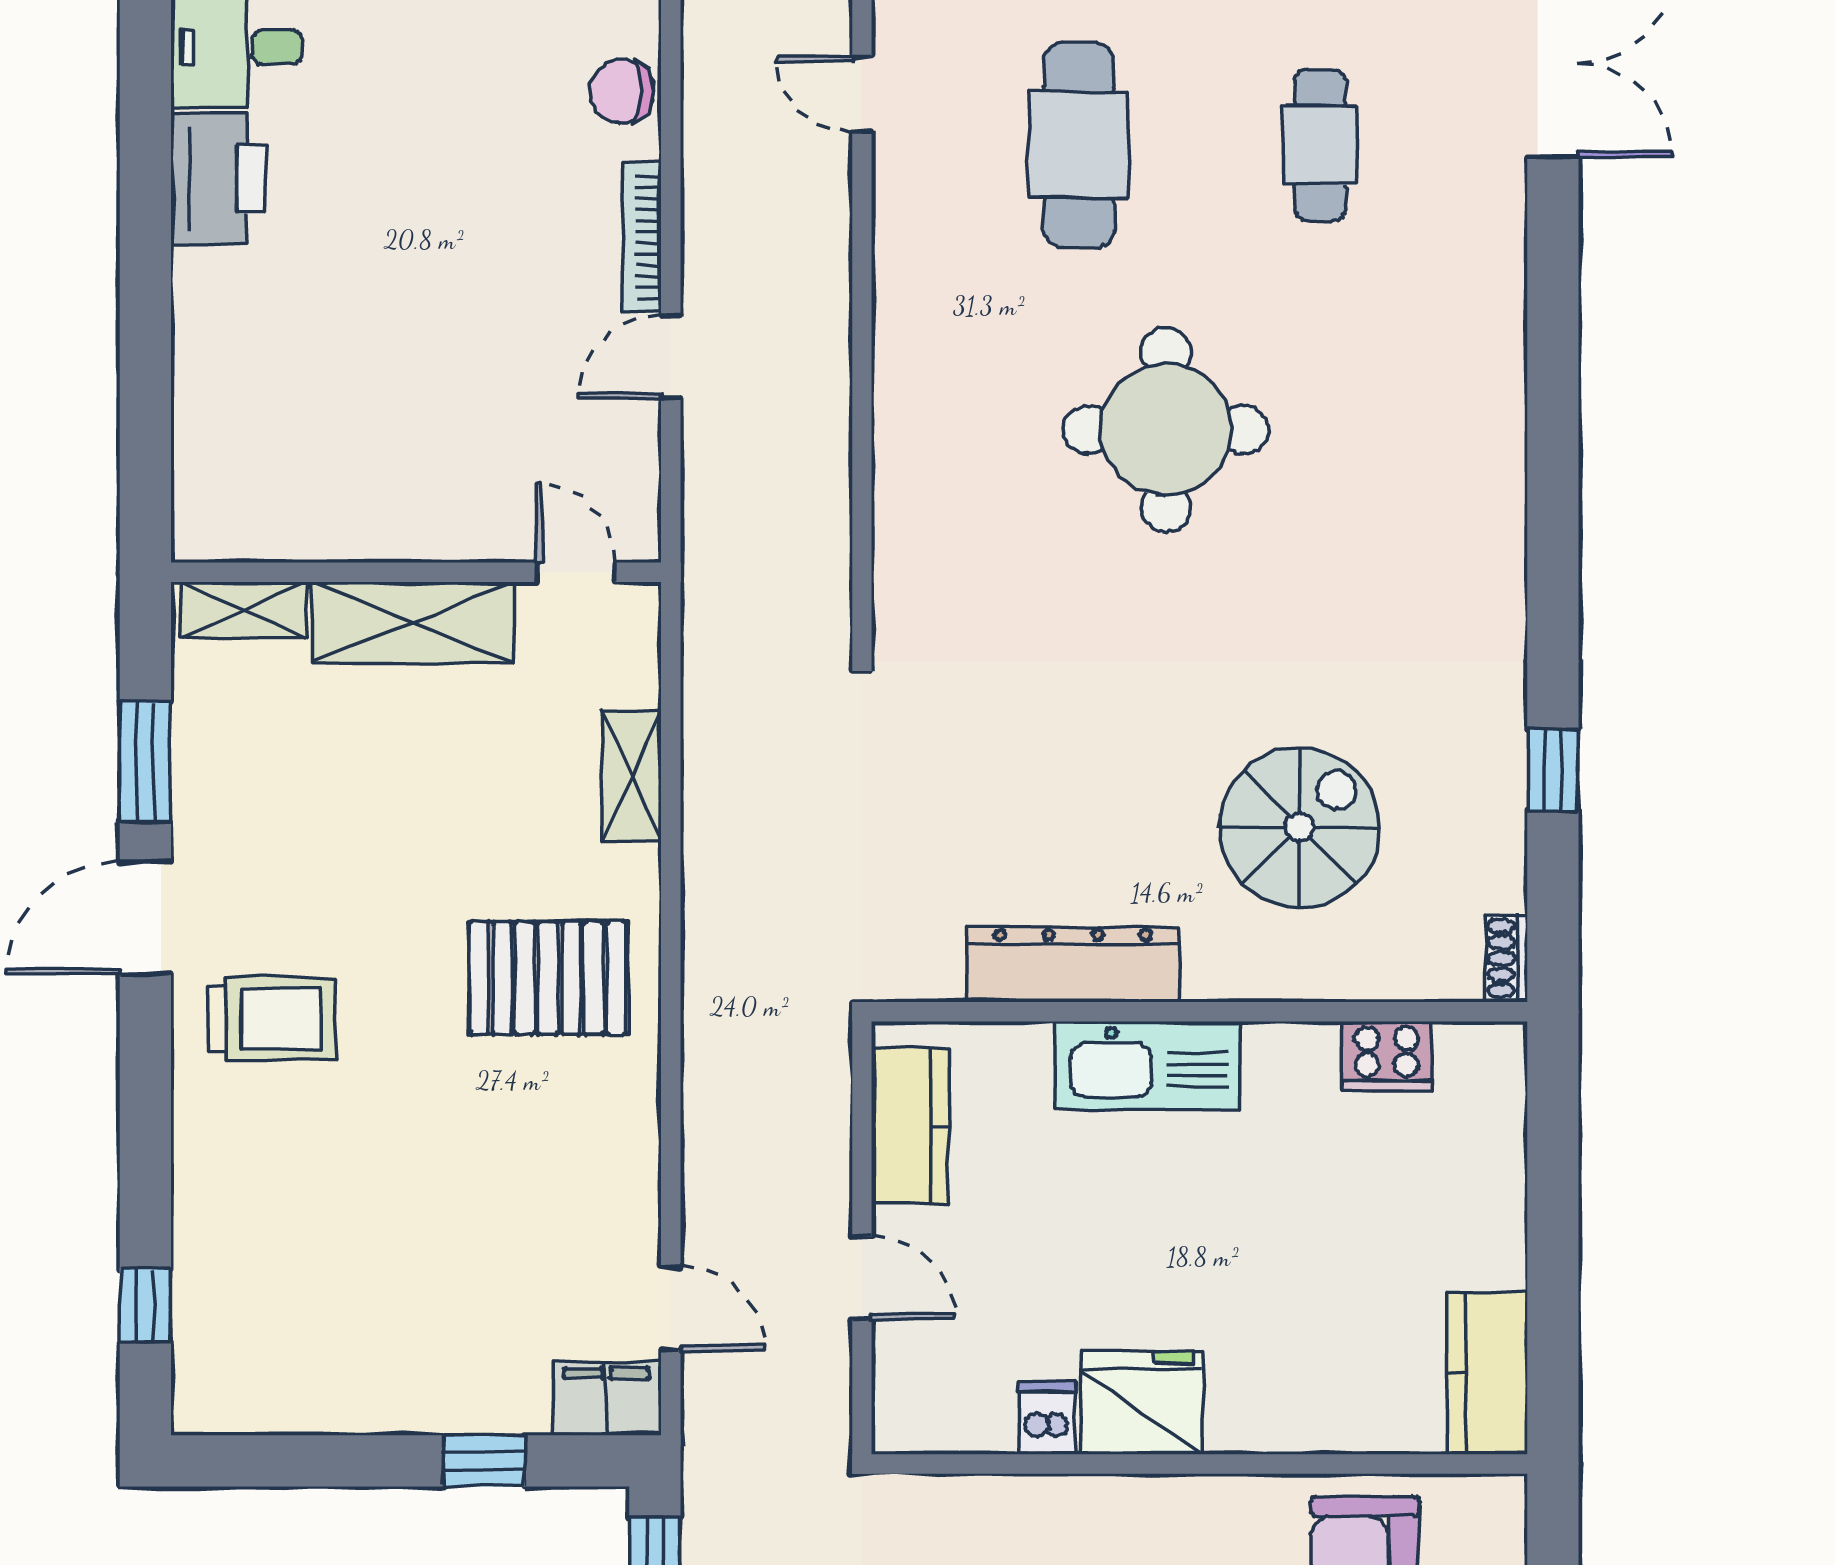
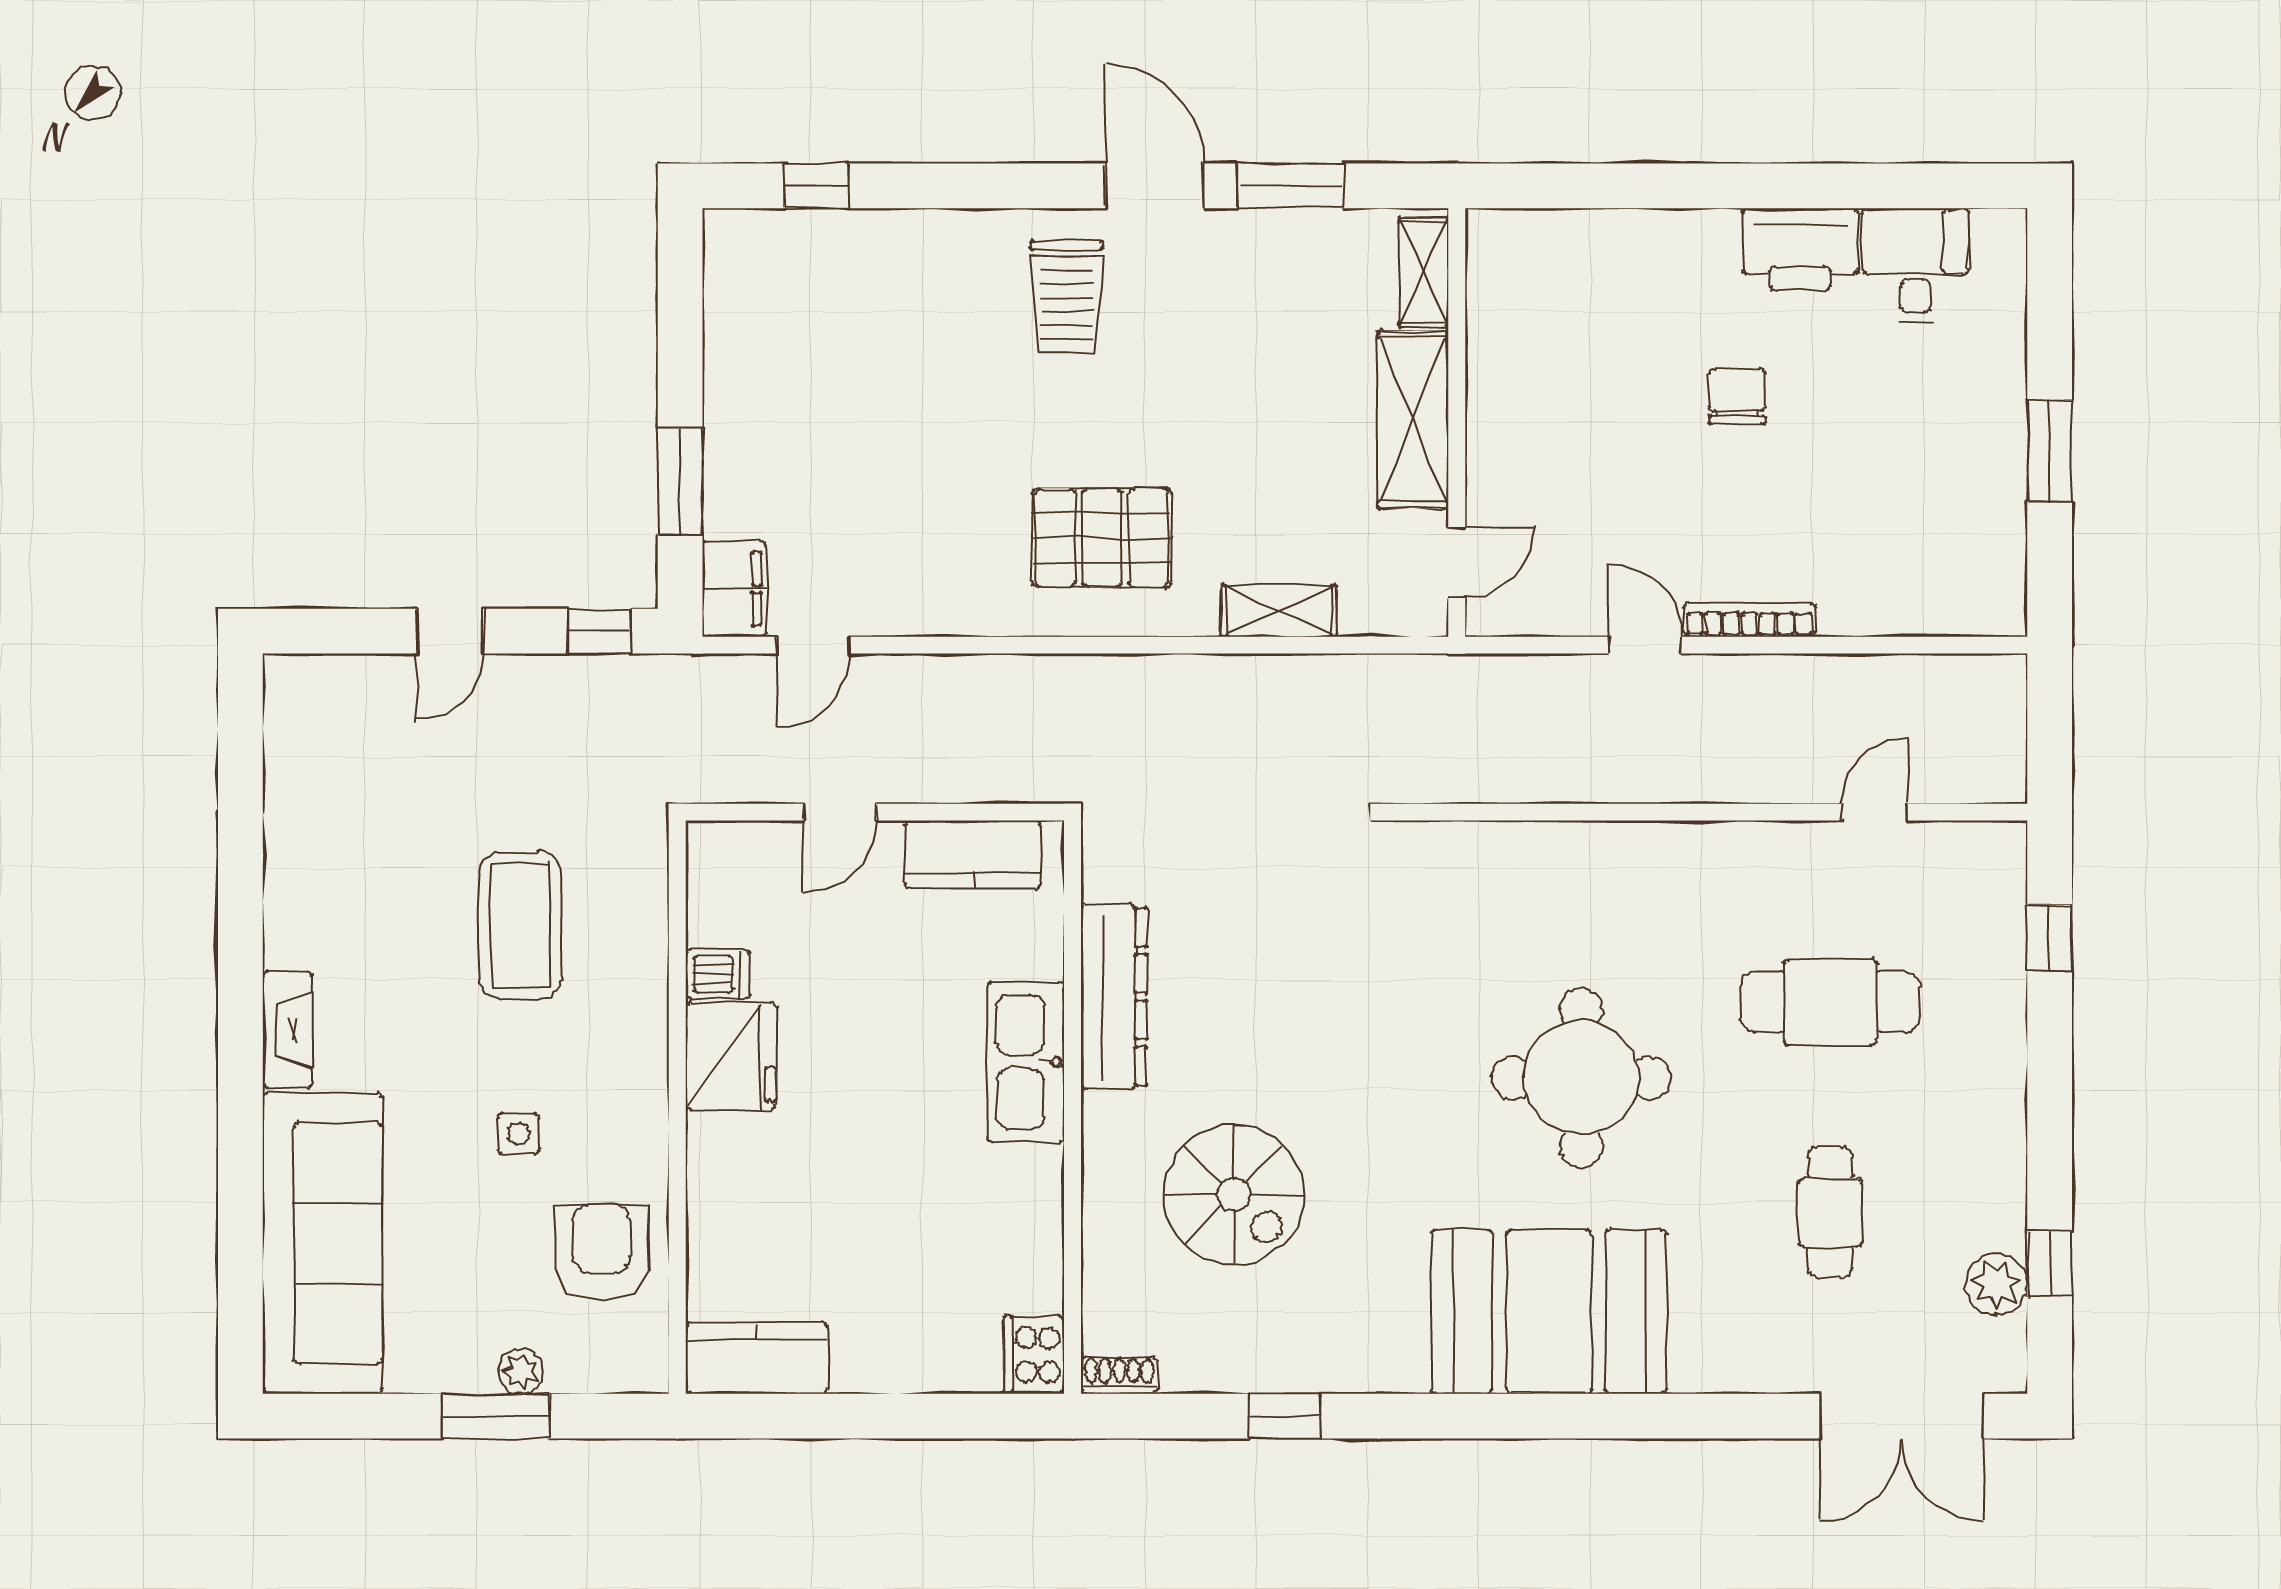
chair: (622, 92) -> (1737, 396), moved
cafe table: (1320, 145) -> (1830, 1213), turned 90
booth: (1433, 467) -> (1549, 1311), added
pallet: (548, 978) -> (1102, 538), turned 90
cooker: (1387, 1056) -> (1034, 1355), moved
window: (484, 1461) -> (680, 482), width x1.50

